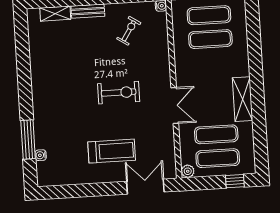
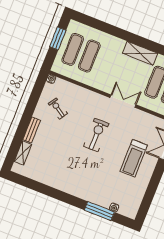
treadmill: (112, 151) -> (134, 158), turned 180

